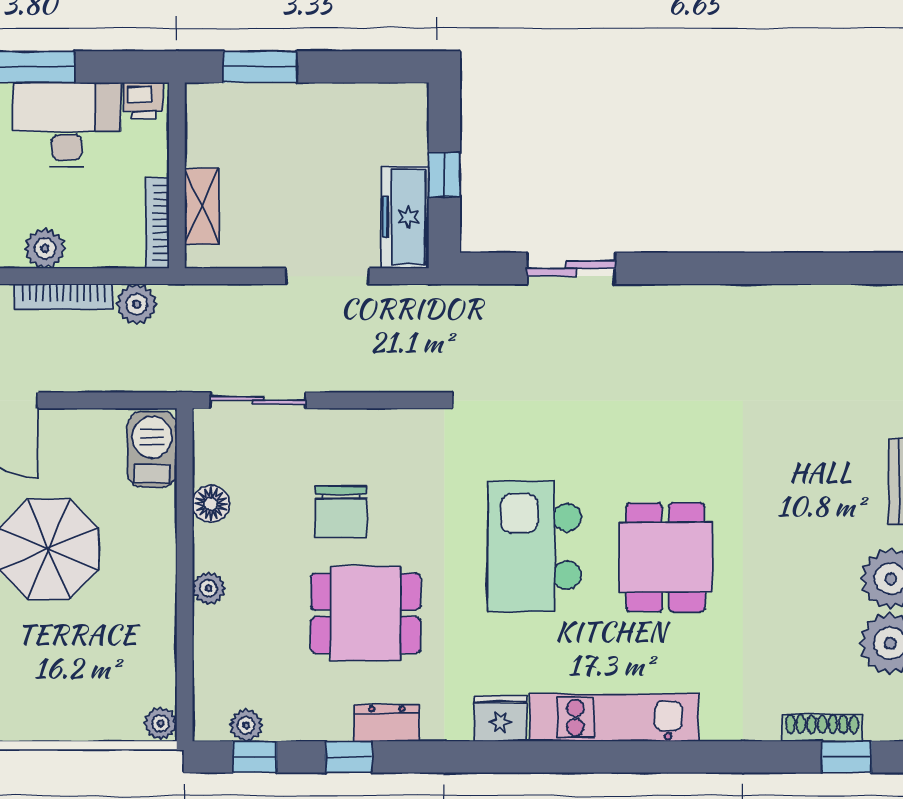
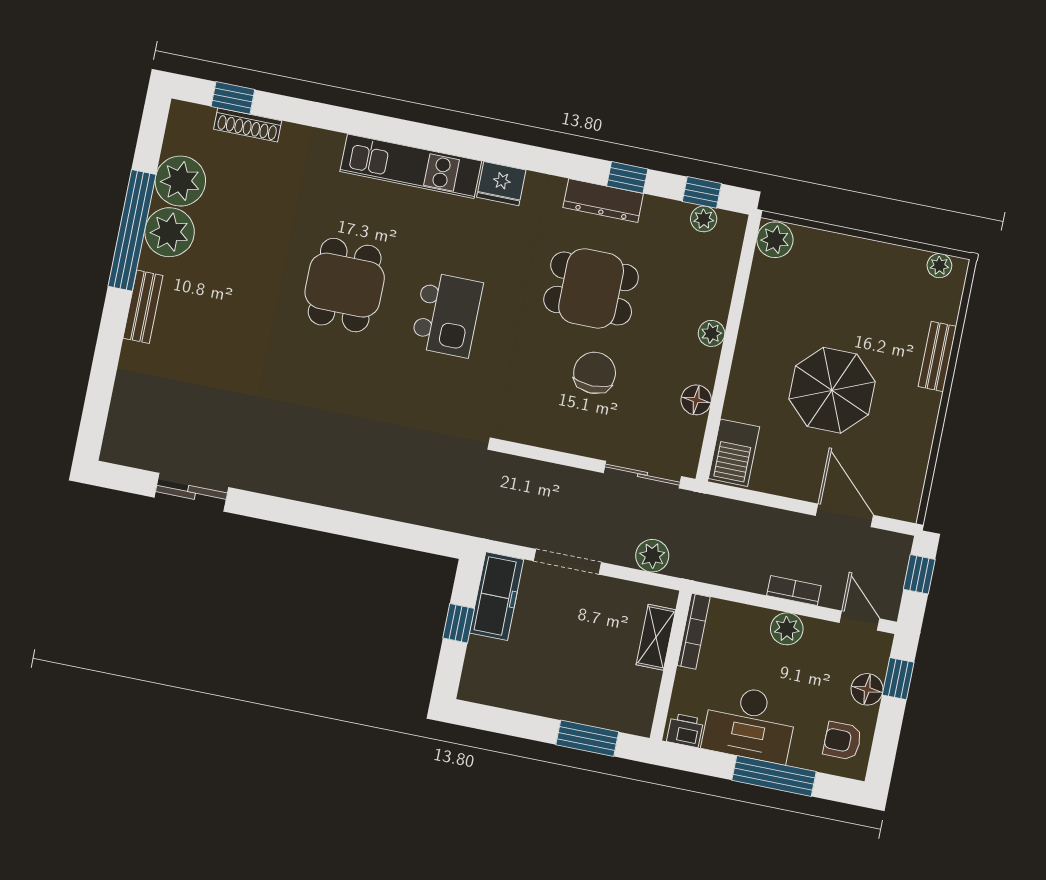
sliding door: (571, 268) -> (192, 492), moved
bookcase: (64, 297) -> (794, 591), width x0.64
plant: (137, 304) -> (652, 556), moved
kitchen island: (534, 546) -> (447, 315), width x0.73, depth x0.78
dresser: (387, 723) -> (603, 201), width x1.44
plant: (161, 724) -> (775, 240), width x1.38, depth x1.38

